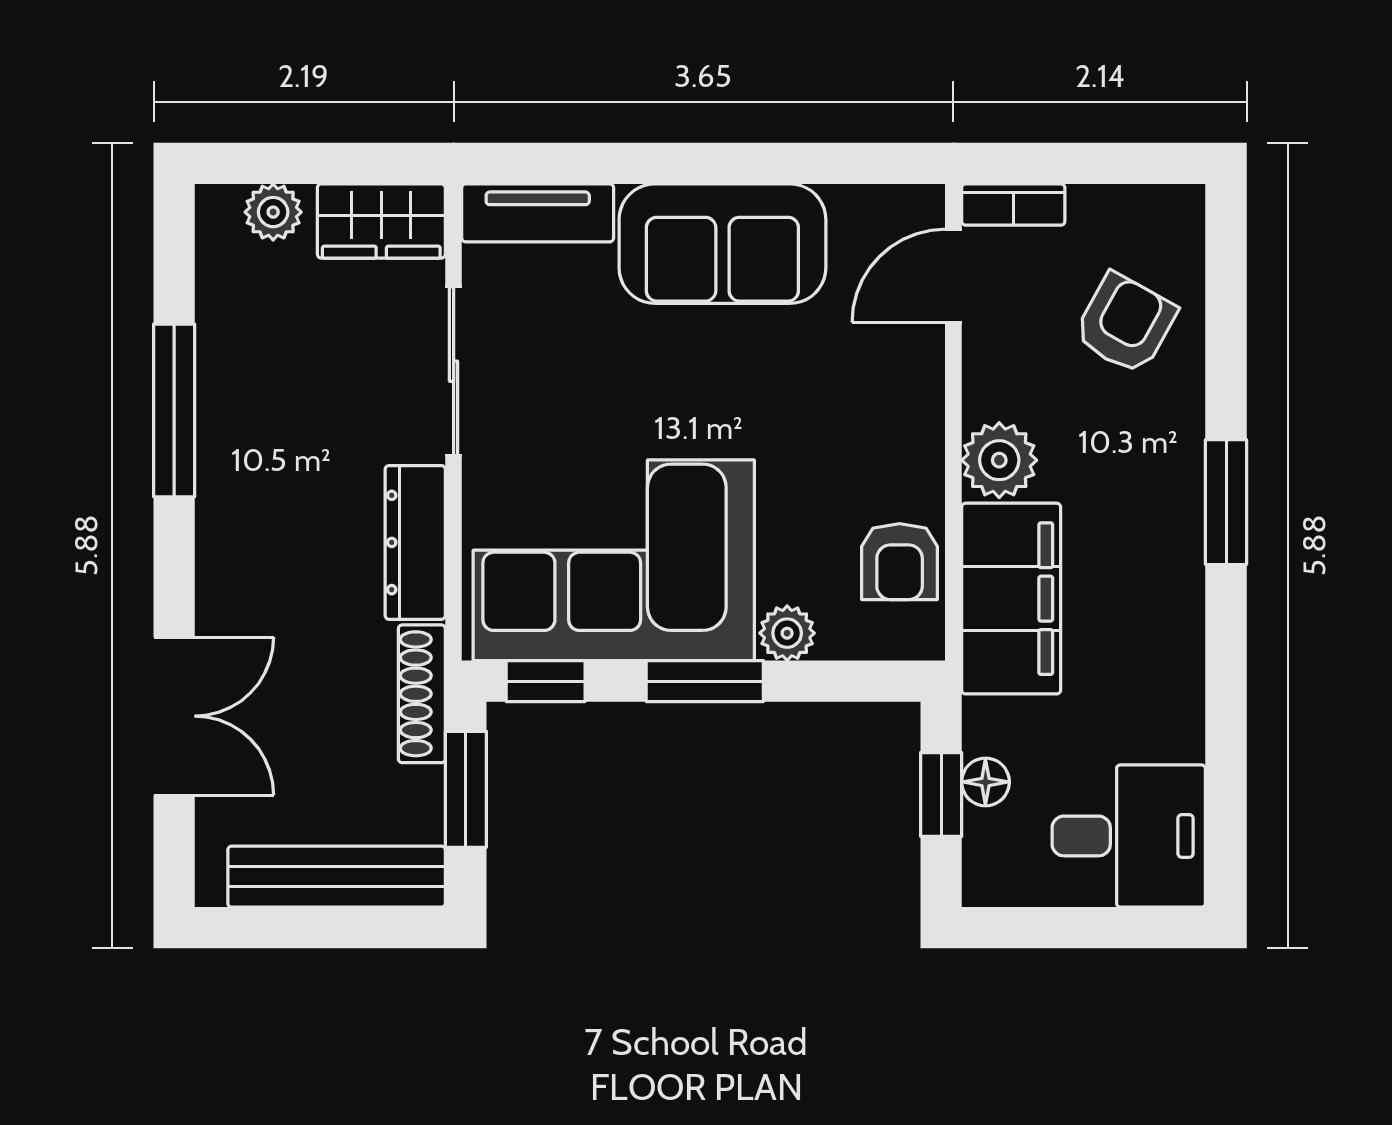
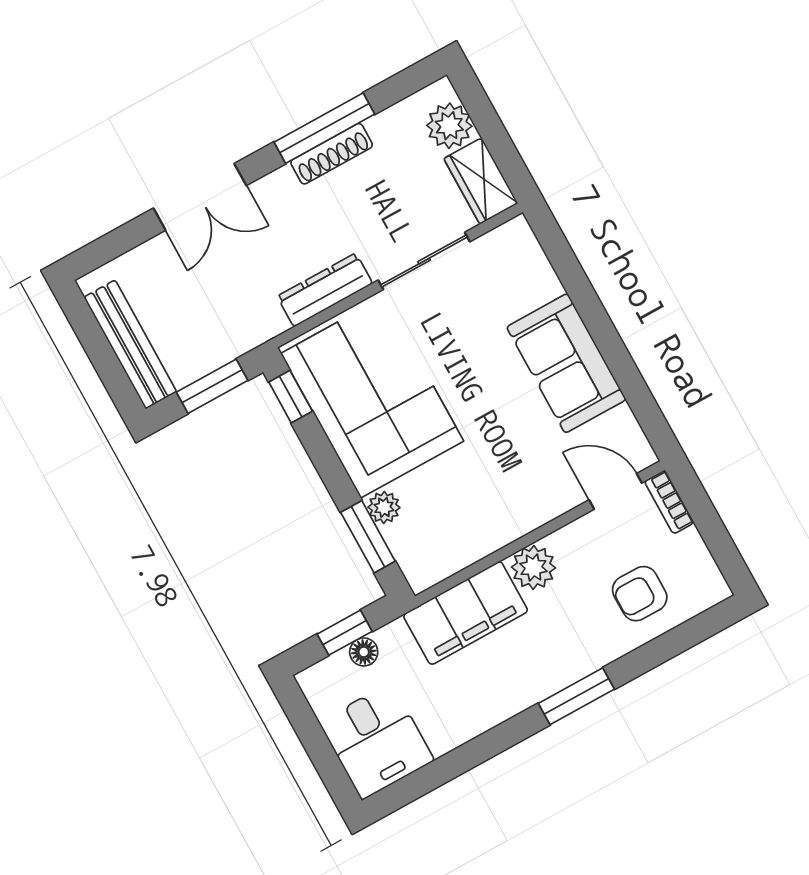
plant: (273, 212) -> (449, 126), width x1.38, depth x1.38
tv unit: (538, 213) -> (530, 259), removed
armchair: (1125, 324) -> (640, 594), turned 151
armchair: (900, 562) -> (453, 545), removed
window: (705, 681) -> (368, 537), moved
shoe rack: (422, 694) -> (332, 154), moved, turned 180
double door: (174, 716) -> (200, 197), moved

